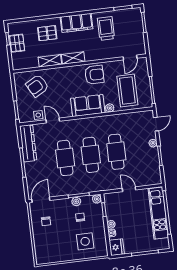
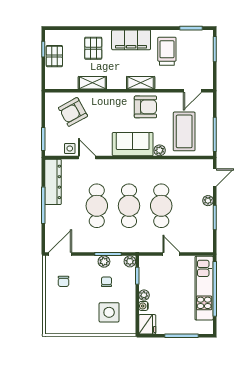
pallet: (47, 33) -> (93, 48), turned 90
shelving: (73, 58) -> (141, 83), moved

